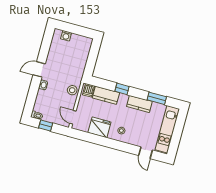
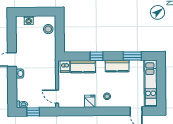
stool: (72, 90) -> (48, 29), moved
fridge: (99, 127) -> (90, 101), width x0.53, depth x0.75

